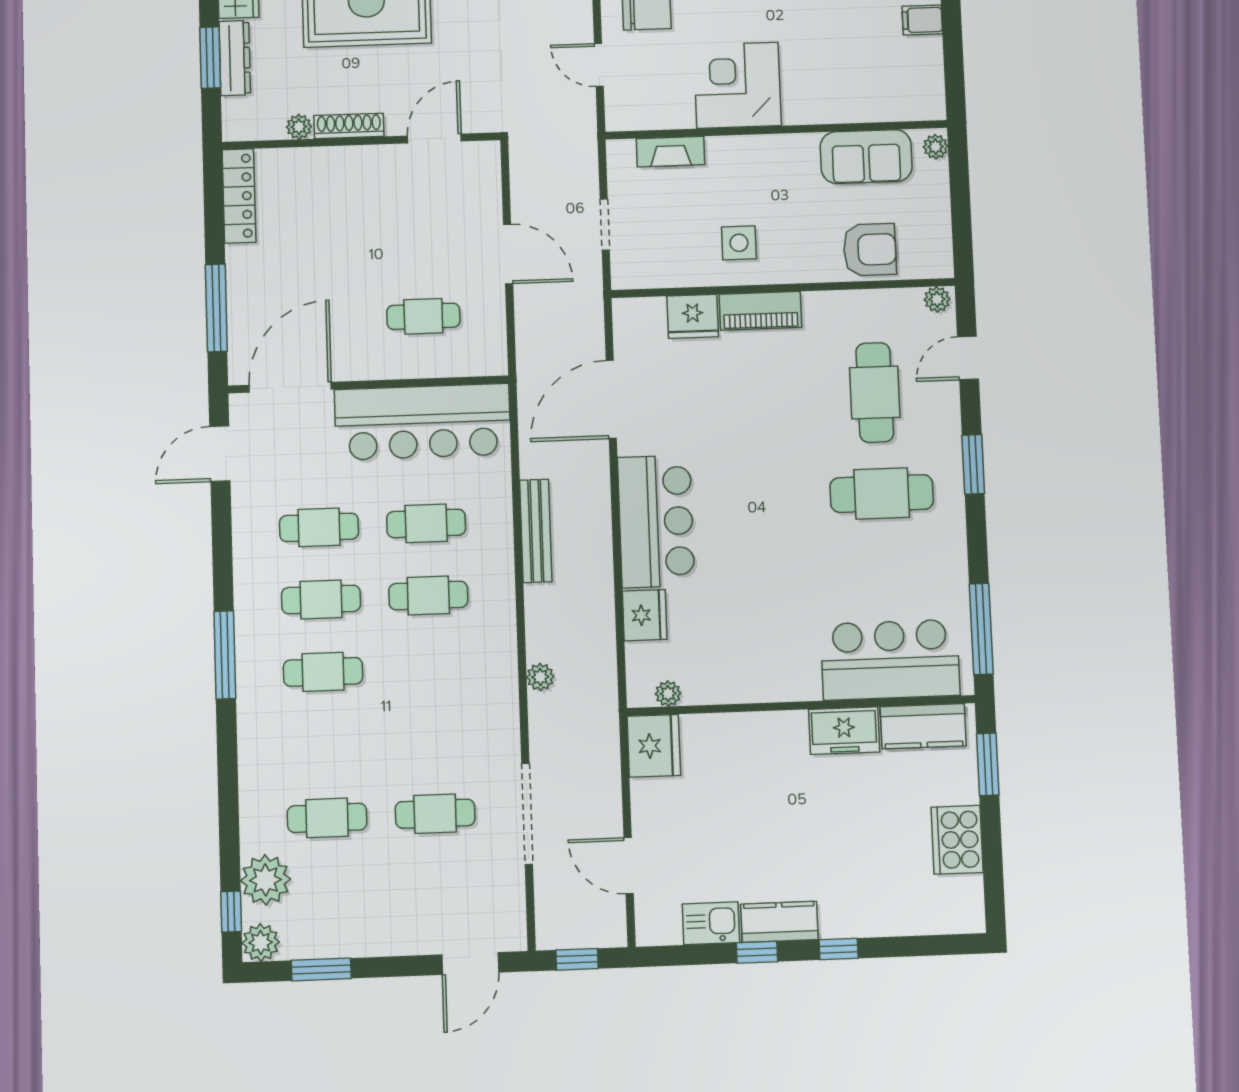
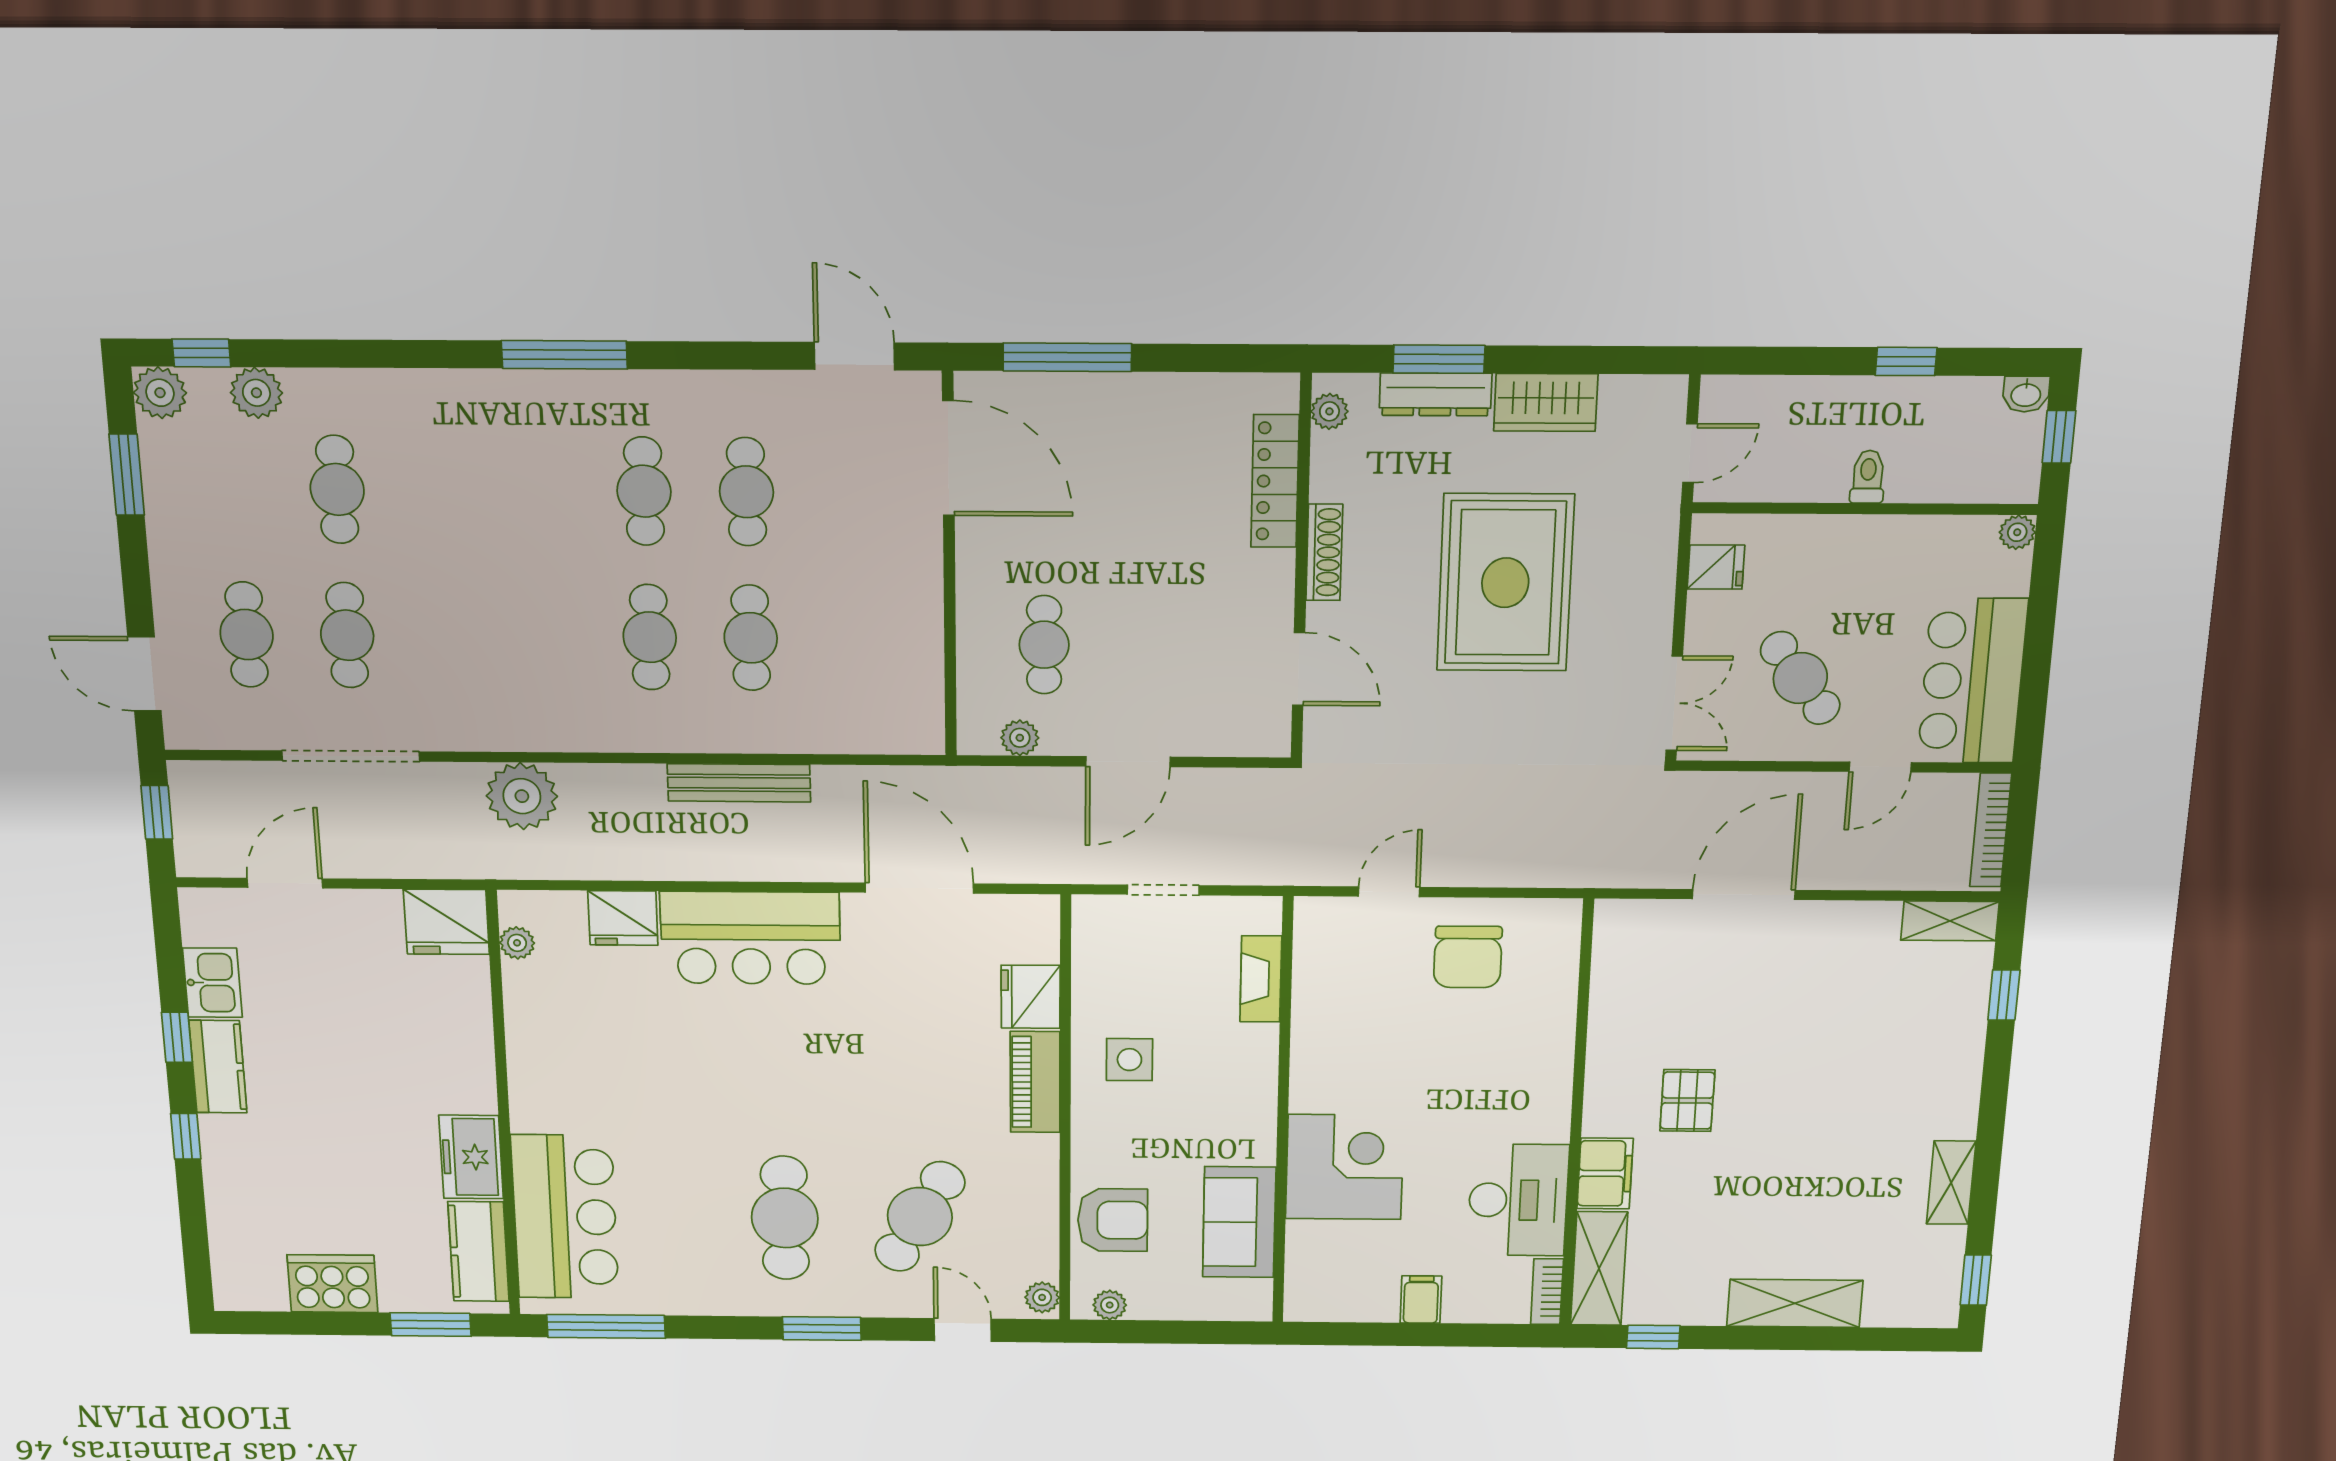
corner desk: (737, 85) -> (1345, 1167), moved
plant: (299, 127) -> (1329, 411), moved
plant: (936, 147) -> (1110, 1305), moved
locker: (239, 196) -> (1275, 481), moved, turned 90
armchair: (870, 250) -> (1113, 1220), turned -90
plant: (493, 331) -> (1020, 738), added
cafe table: (875, 393) -> (920, 1217), turned -60
bar counter: (423, 422) -> (894, 638), removed
cafe table: (323, 672) -> (247, 635), moved
plant: (540, 677) -> (522, 796), width x1.87, depth x1.87
plant: (265, 880) -> (256, 393), width x0.73, depth x0.73

